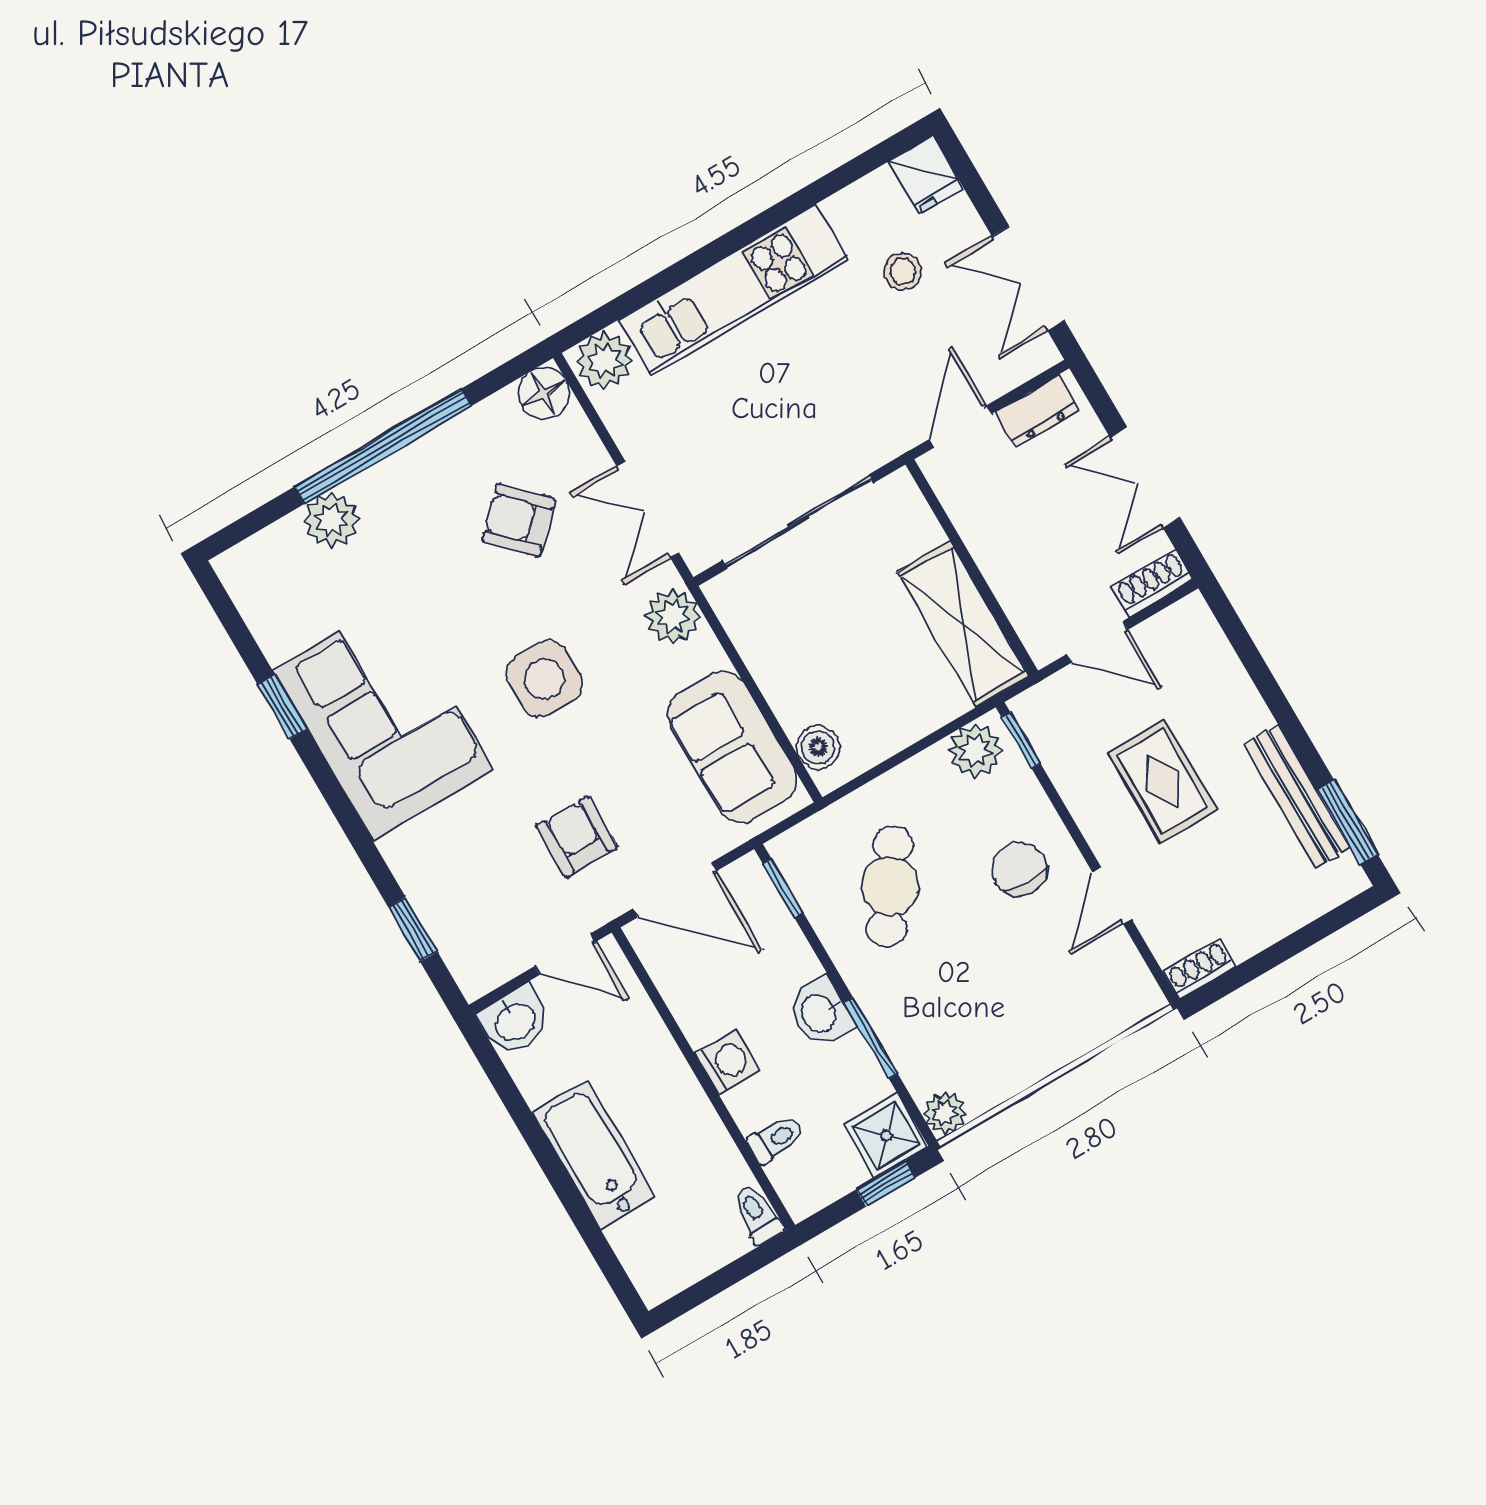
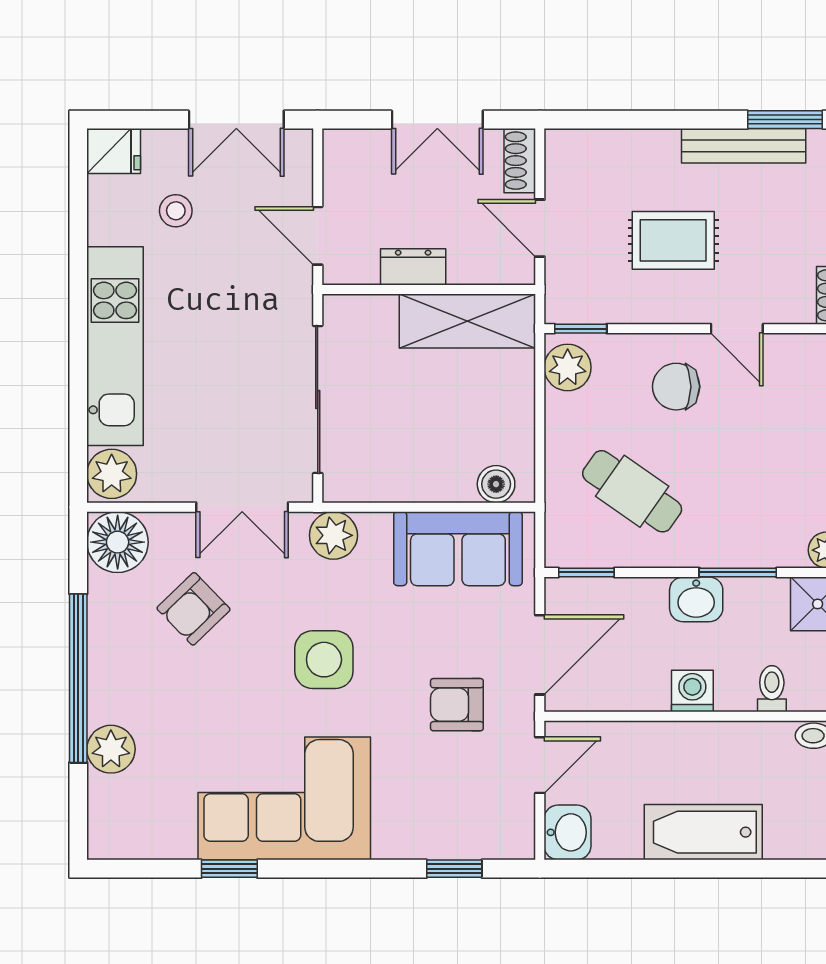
floor lamp: (544, 393) -> (118, 542), width x1.38, depth x1.38
dresser: (1037, 411) -> (413, 267), moved, turned -90
door: (1097, 642) -> (540, 228), swing flipped

